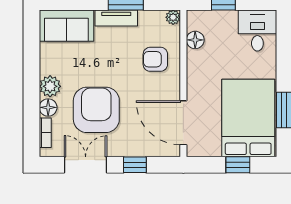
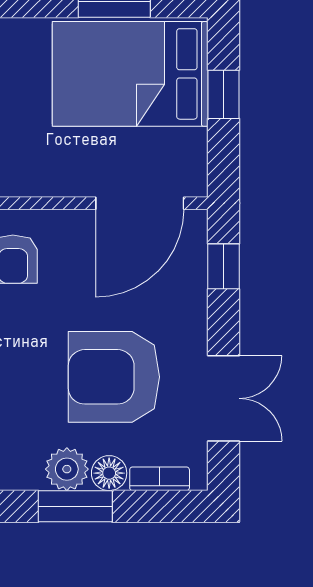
window: (31, 90) -> (75, 506), added
double door: (86, 165) -> (224, 398), swing flipped
window: (135, 165) -> (224, 266), moved

